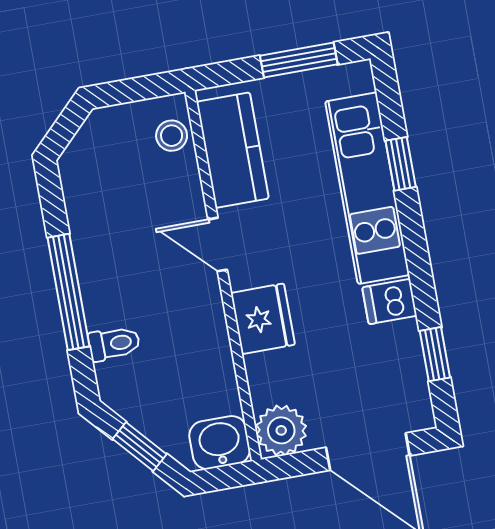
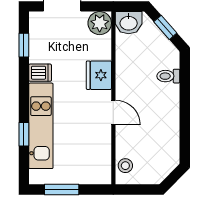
kitchen counter: (233, 150) -> (99, 154), removed
window: (69, 292) -> (185, 103), removed

